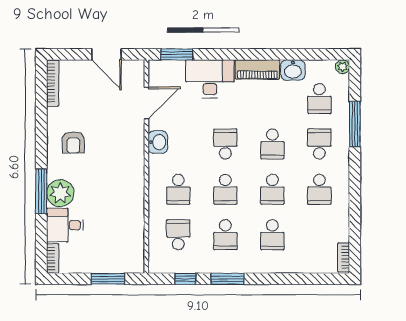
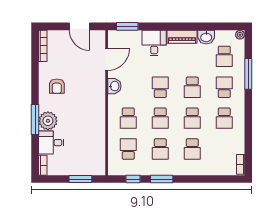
desk: (210, 79) -> (154, 43), width x0.73

